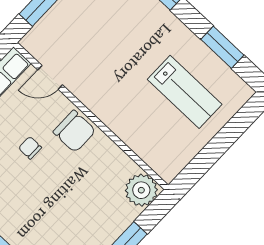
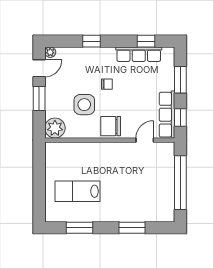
chair: (30, 148) -> (107, 84), moved
side table: (81, 185) -> (84, 105), added

